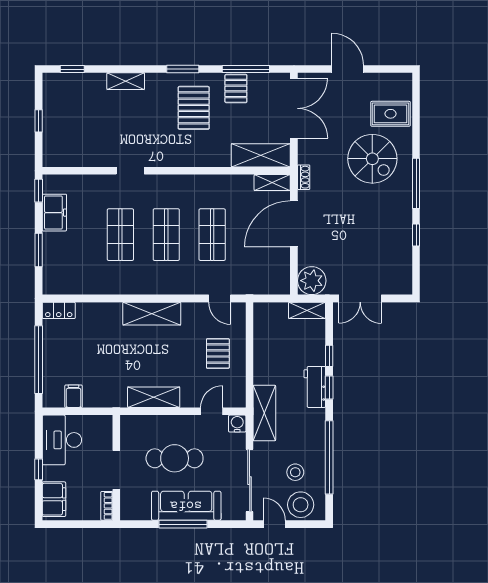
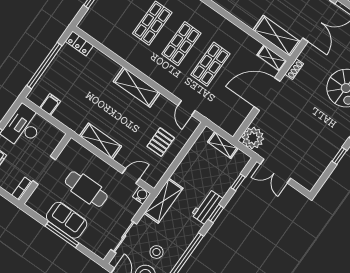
shelving: (307, 310) -> (223, 145), moved
window: (329, 356) -> (238, 182), moved
sliding door: (250, 481) -> (124, 237), width x0.73
sofa: (186, 506) -> (67, 220), width x0.73

